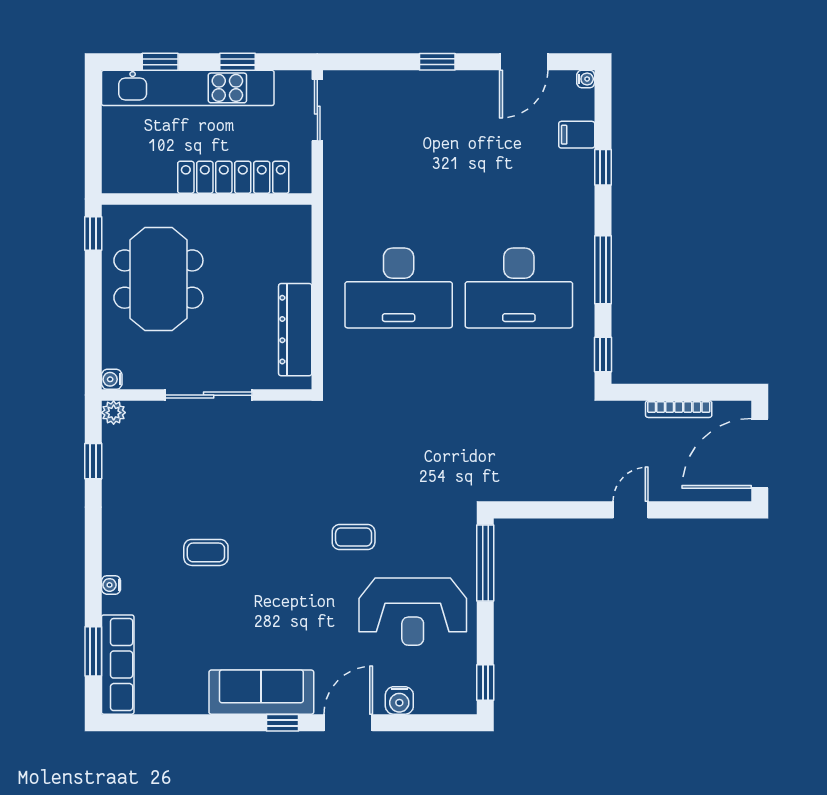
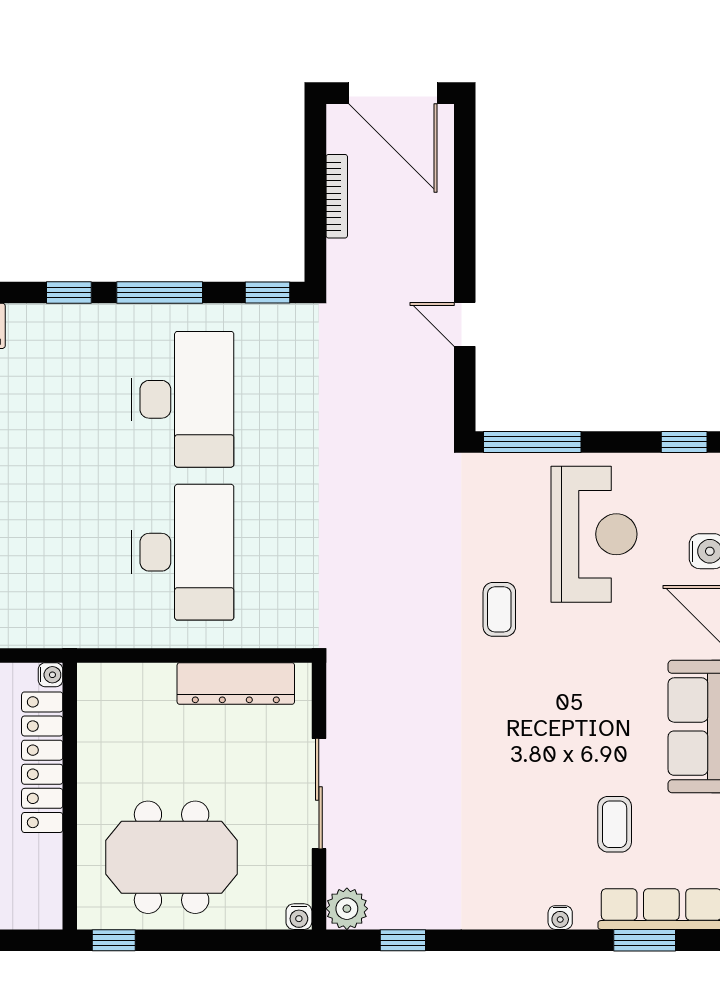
window: (603, 167) -> (69, 292), moved
water cooler: (302, 184) -> (50, 675), added
plant: (114, 413) -> (347, 909), width x1.38, depth x1.38
door: (631, 510) -> (465, 324), moved
coffee table: (206, 552) -> (615, 824), moved

